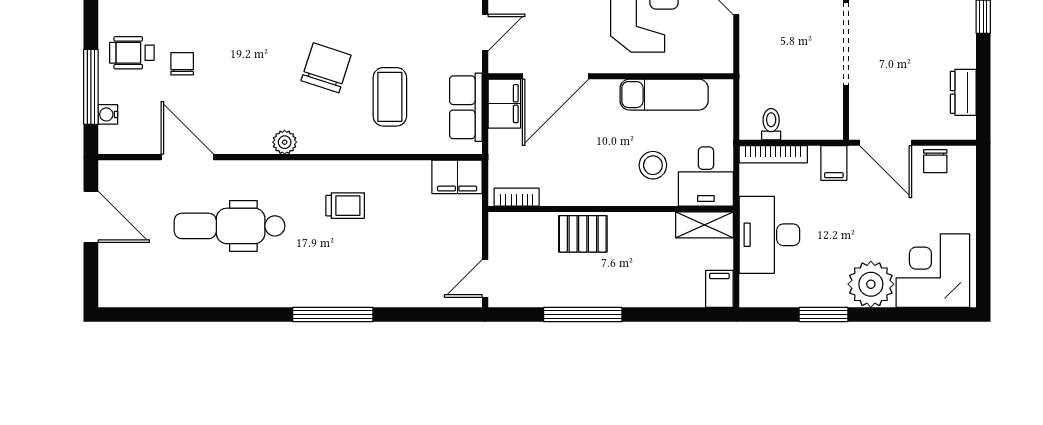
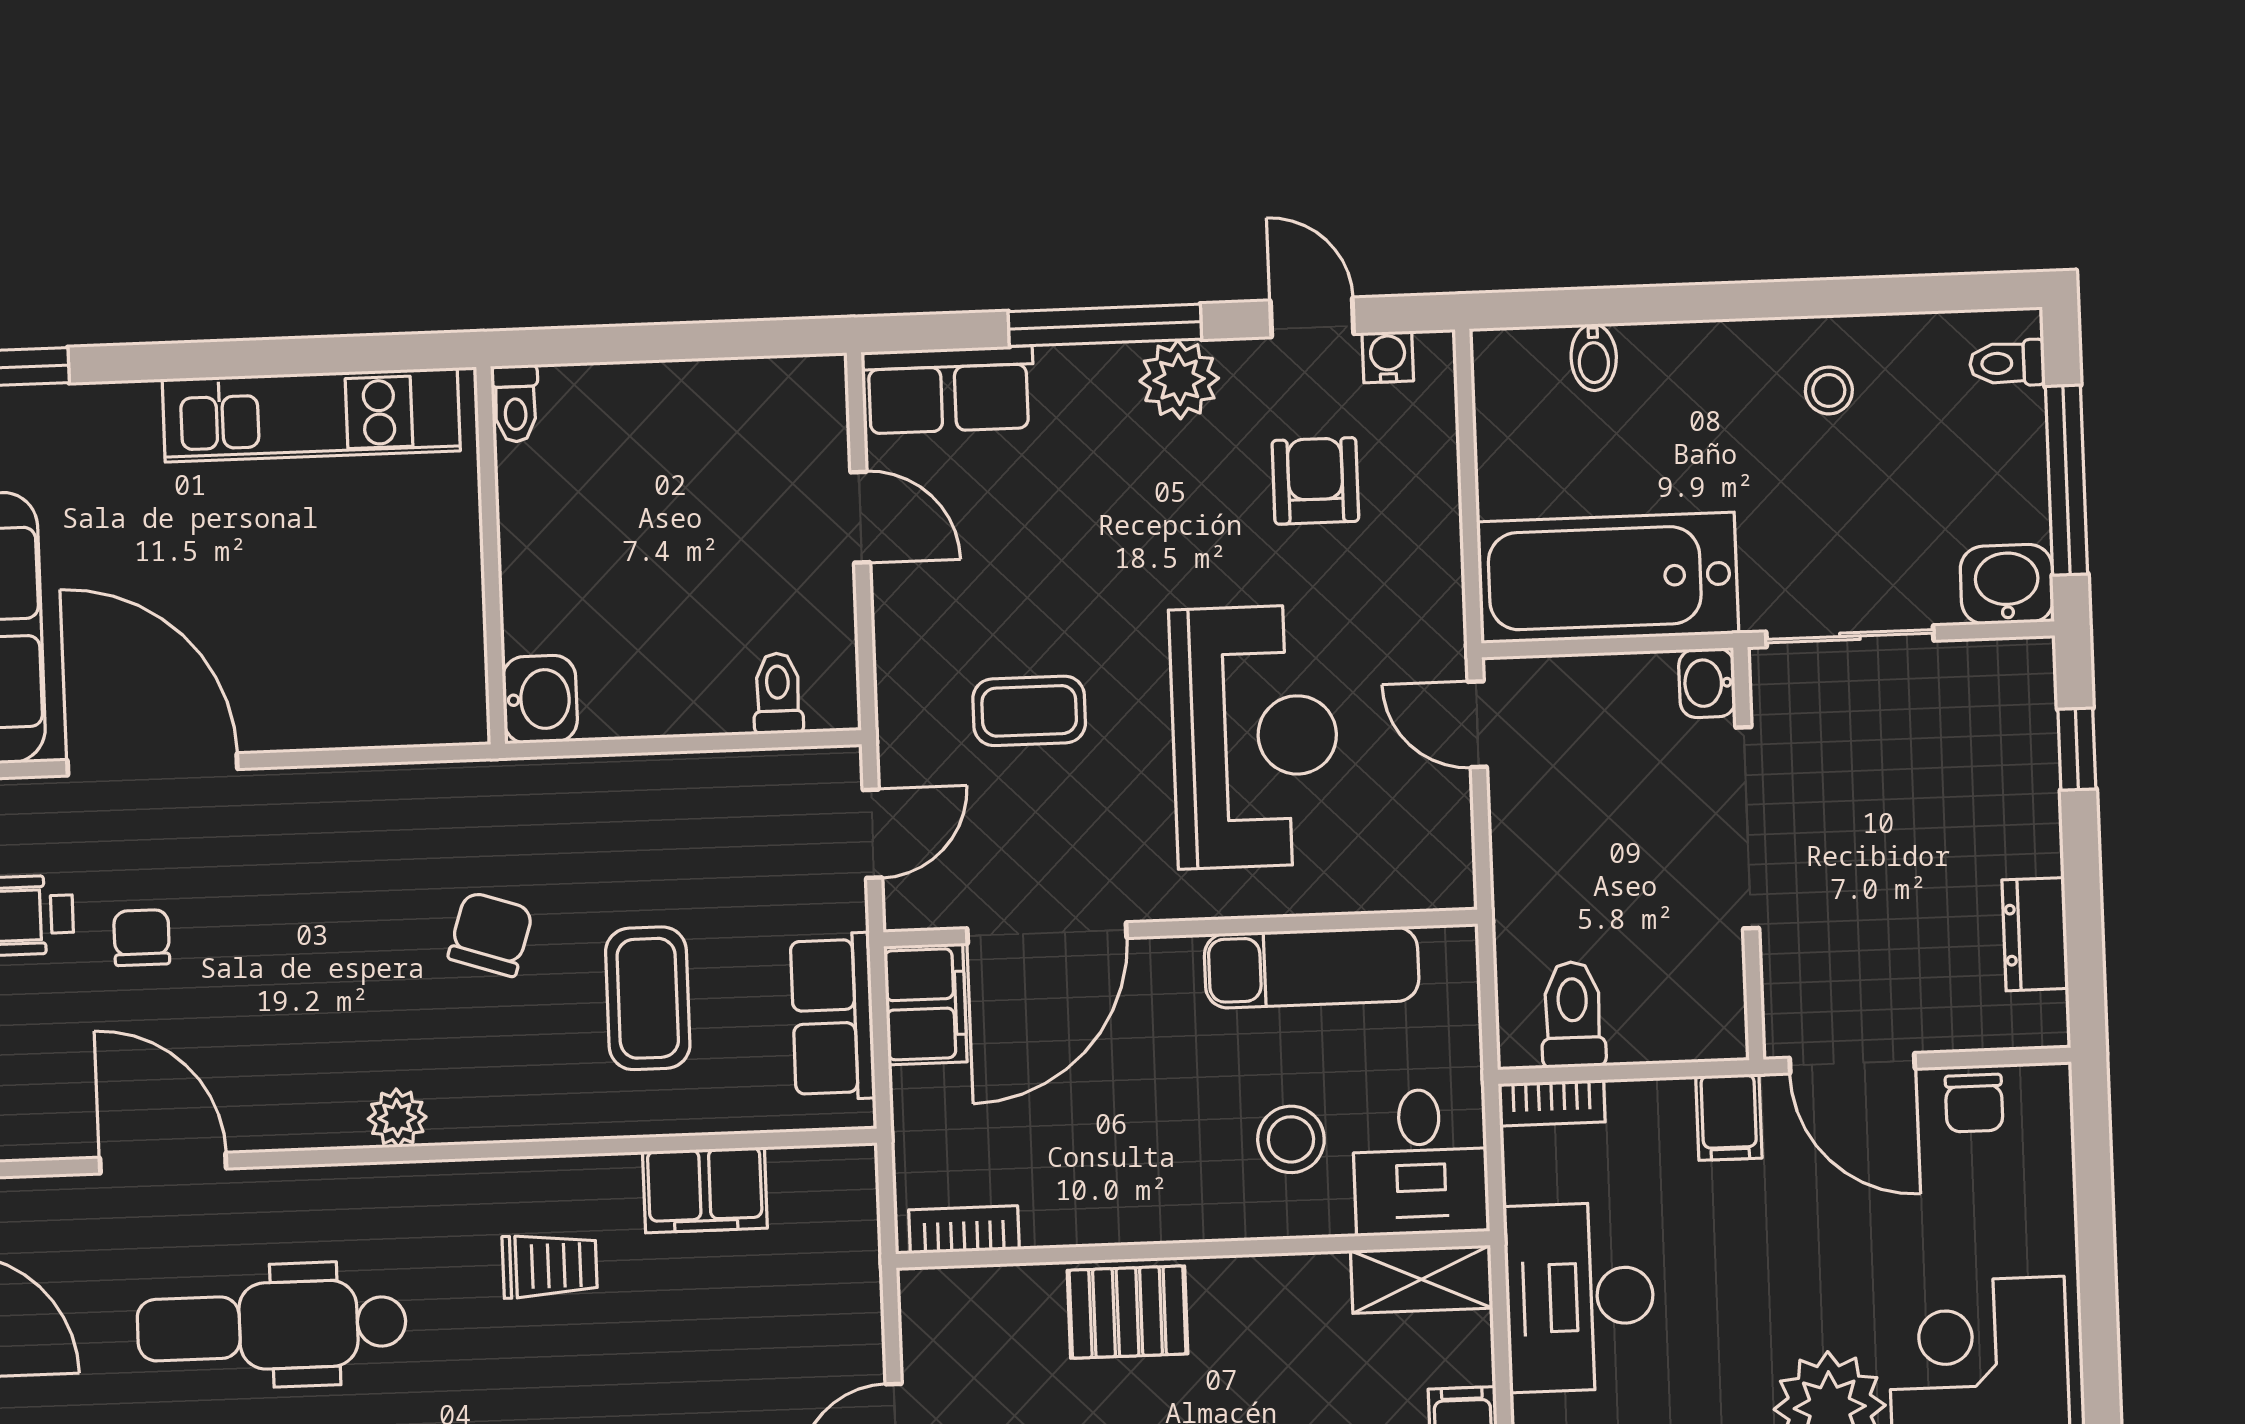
chair: (326, 68) -> (491, 934), width x0.73, depth x0.73
toilet: (771, 124) -> (1573, 1014), width x1.37, depth x1.39
bookcase: (773, 154) -> (1552, 1103), width x0.64
filing cabinet: (457, 177) -> (705, 1190), moved

